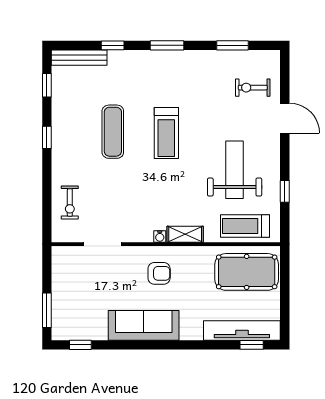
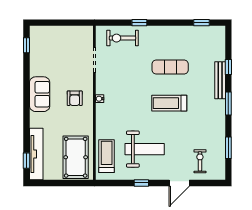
bench: (79, 58) -> (220, 80), moved
window: (47, 137) -> (139, 23), moved
window: (285, 191) -> (141, 183), moved
exercise bike: (70, 203) -> (122, 38), width x1.38, depth x1.39
shelving: (185, 234) -> (101, 116), removed
window: (47, 310) -> (50, 23), removed
sofa: (144, 325) -> (40, 94), width x0.73

